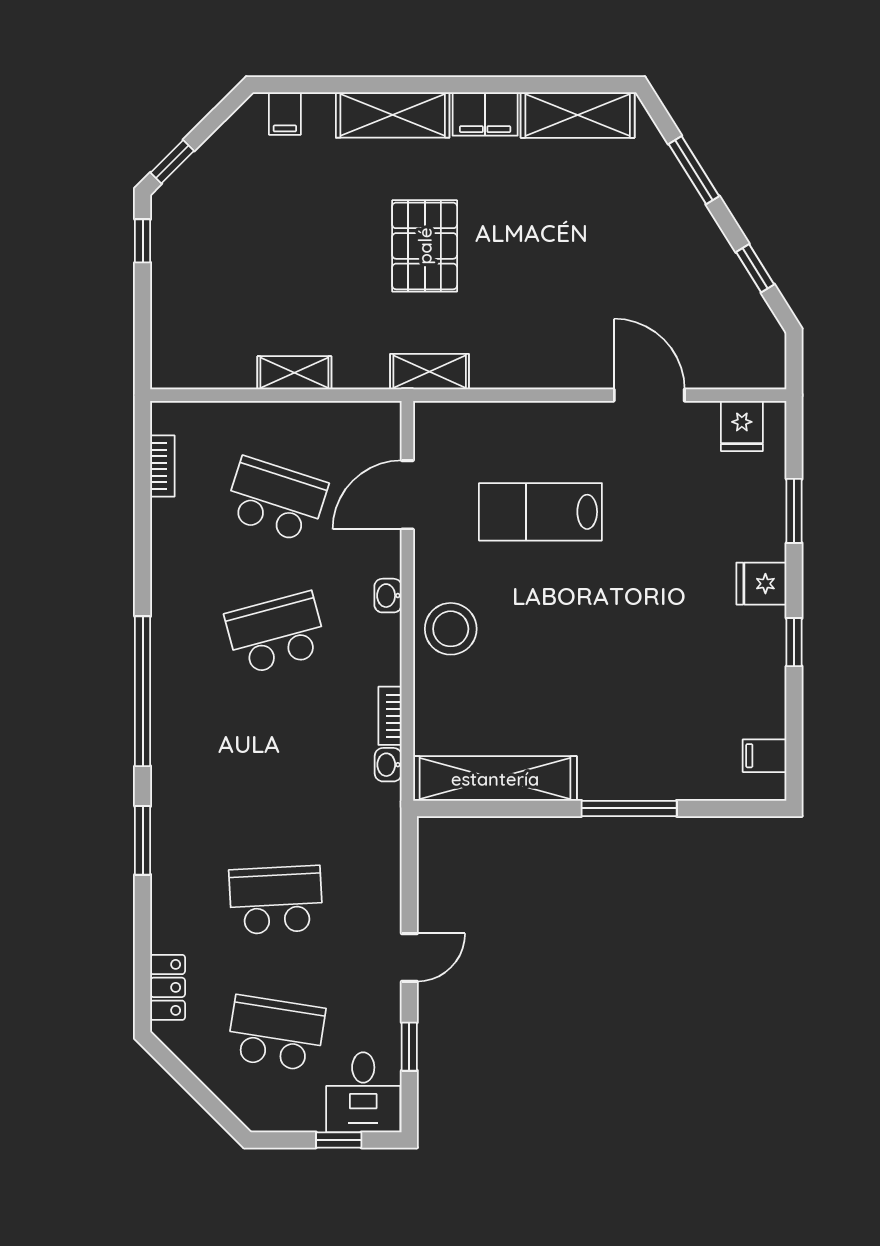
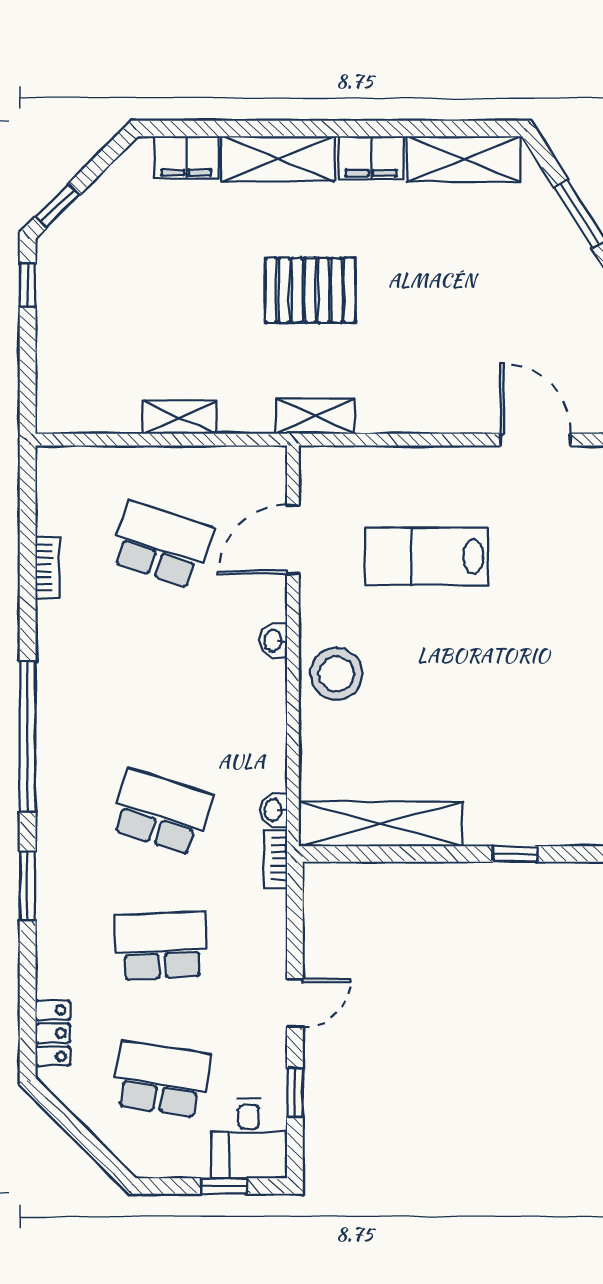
filing cabinet: (285, 114) -> (186, 157), width x2.00
pallet: (425, 246) -> (310, 290), turned 90
bookcase: (162, 466) -> (48, 568), moved
school desk: (276, 633) -> (161, 812), moved, turned 33
bookcase: (390, 716) -> (276, 859), moved
window: (629, 808) -> (515, 854), width x0.46

